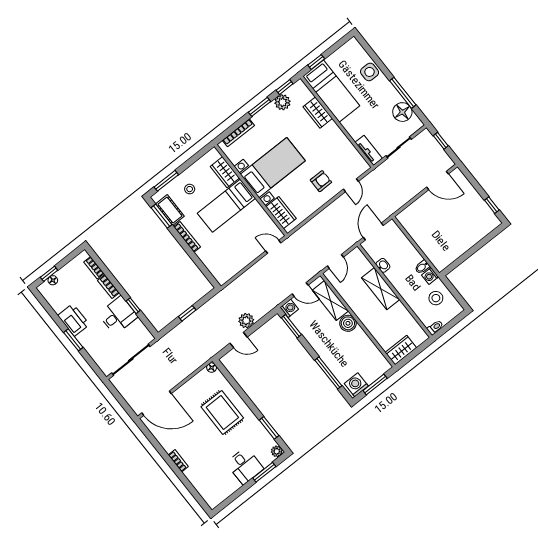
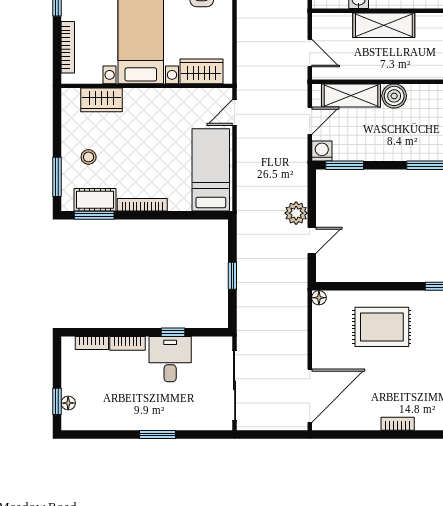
bed: (226, 206) -> (211, 170), moved, turned 180
printer: (74, 320) -> (134, 416), removed

